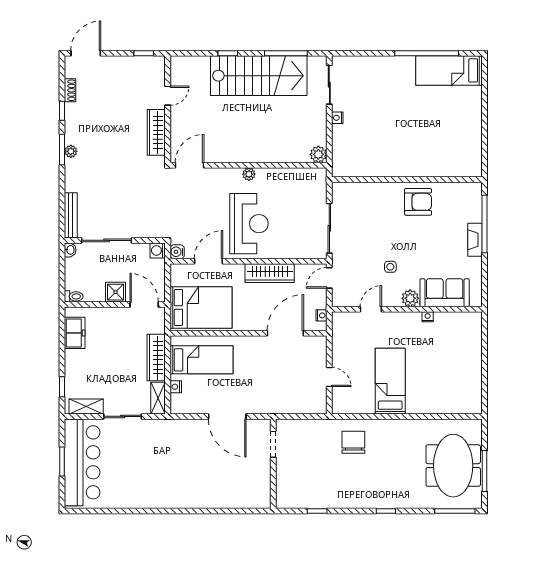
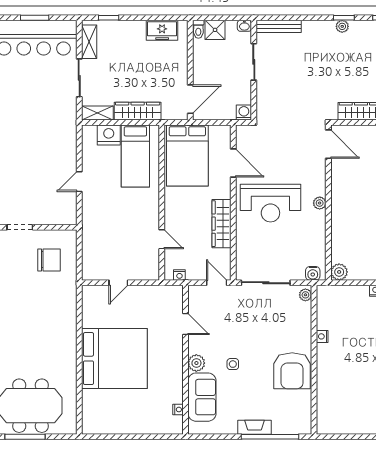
window: (62, 150) -> (344, 18), width x0.67
nightstand: (383, 171) -> (322, 336), added
plant: (341, 188) -> (305, 295), added
armchair: (418, 202) -> (292, 371), width x1.36, depth x1.36
sliding door: (107, 240) -> (254, 62), width x0.73
water cooler: (177, 252) -> (313, 273), moved, turned 180
side table: (390, 267) -> (233, 364), moved
shower: (115, 292) -> (215, 30), moved
nightstand: (428, 317) -> (178, 410), moved
door: (285, 333) -> (162, 239), width x0.53
bed: (390, 381) -> (114, 359), width x2.04
nightstand: (176, 387) -> (109, 135), width x1.89, depth x1.79
door: (227, 416) -> (79, 182), width x0.53
chair: (353, 442) -> (49, 260), moved
doorway: (273, 444) -> (20, 227), moved

